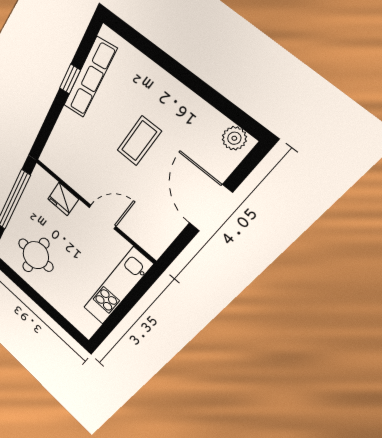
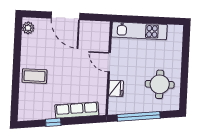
row of seats: (90, 77) -> (77, 110), moved
coffee table: (139, 141) -> (34, 76), moved
door: (211, 208) -> (65, 16), hinge flipped

